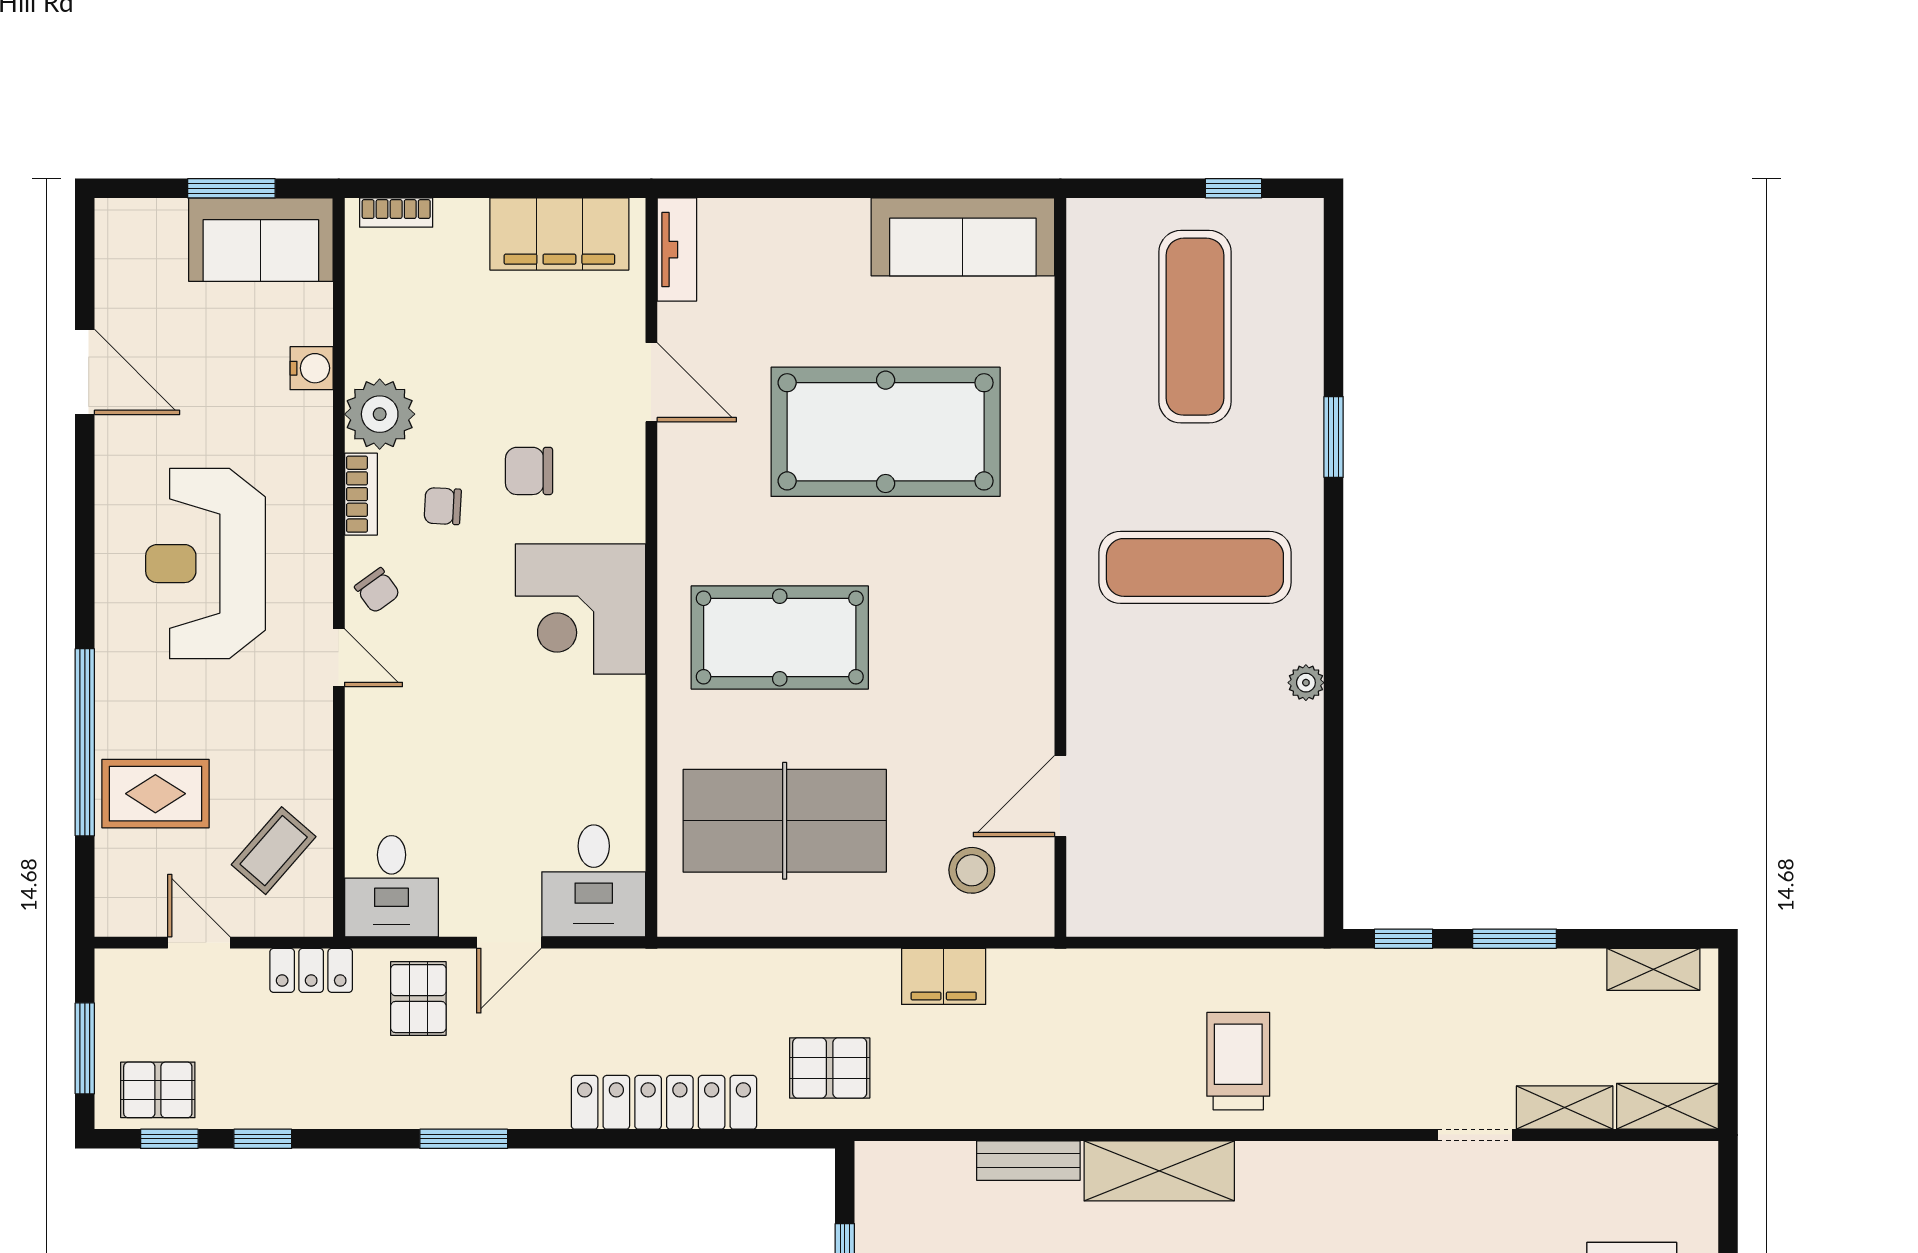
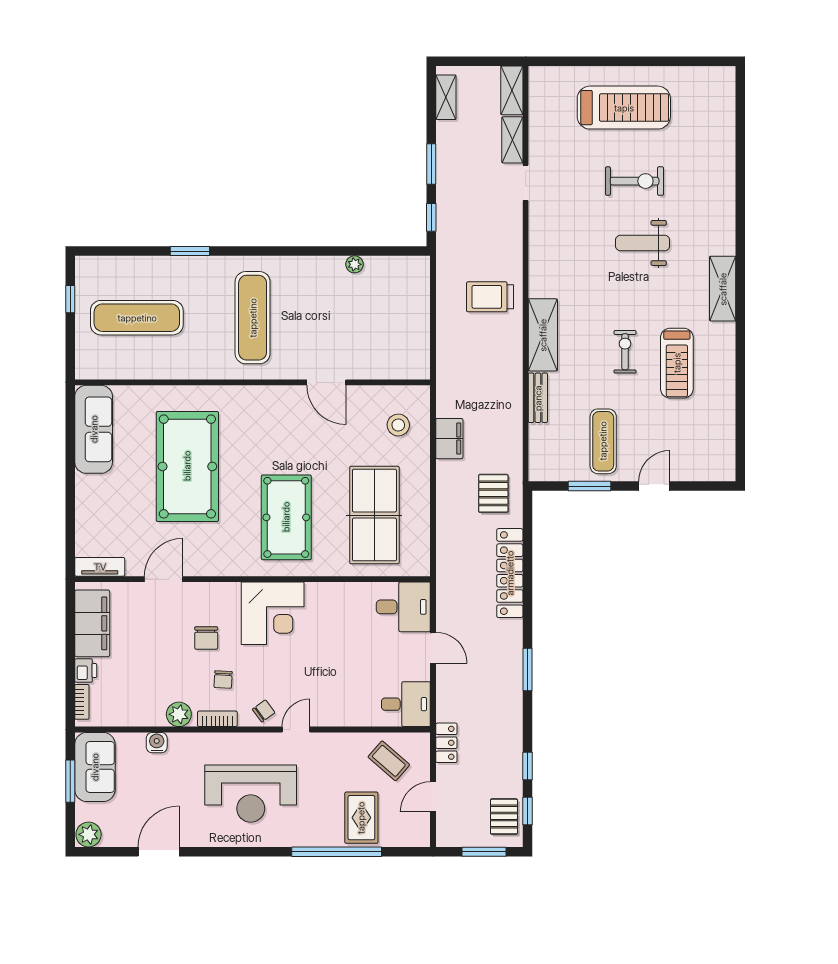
printer: (461, 221) -> (86, 671), added
plant: (120, 226) -> (89, 834), added
plant: (380, 414) -> (179, 714), width x0.73, depth x0.73
plant: (1306, 683) -> (354, 264), moved
door: (1060, 796) -> (326, 382), moved
pallet: (418, 999) -> (460, 691), removed

